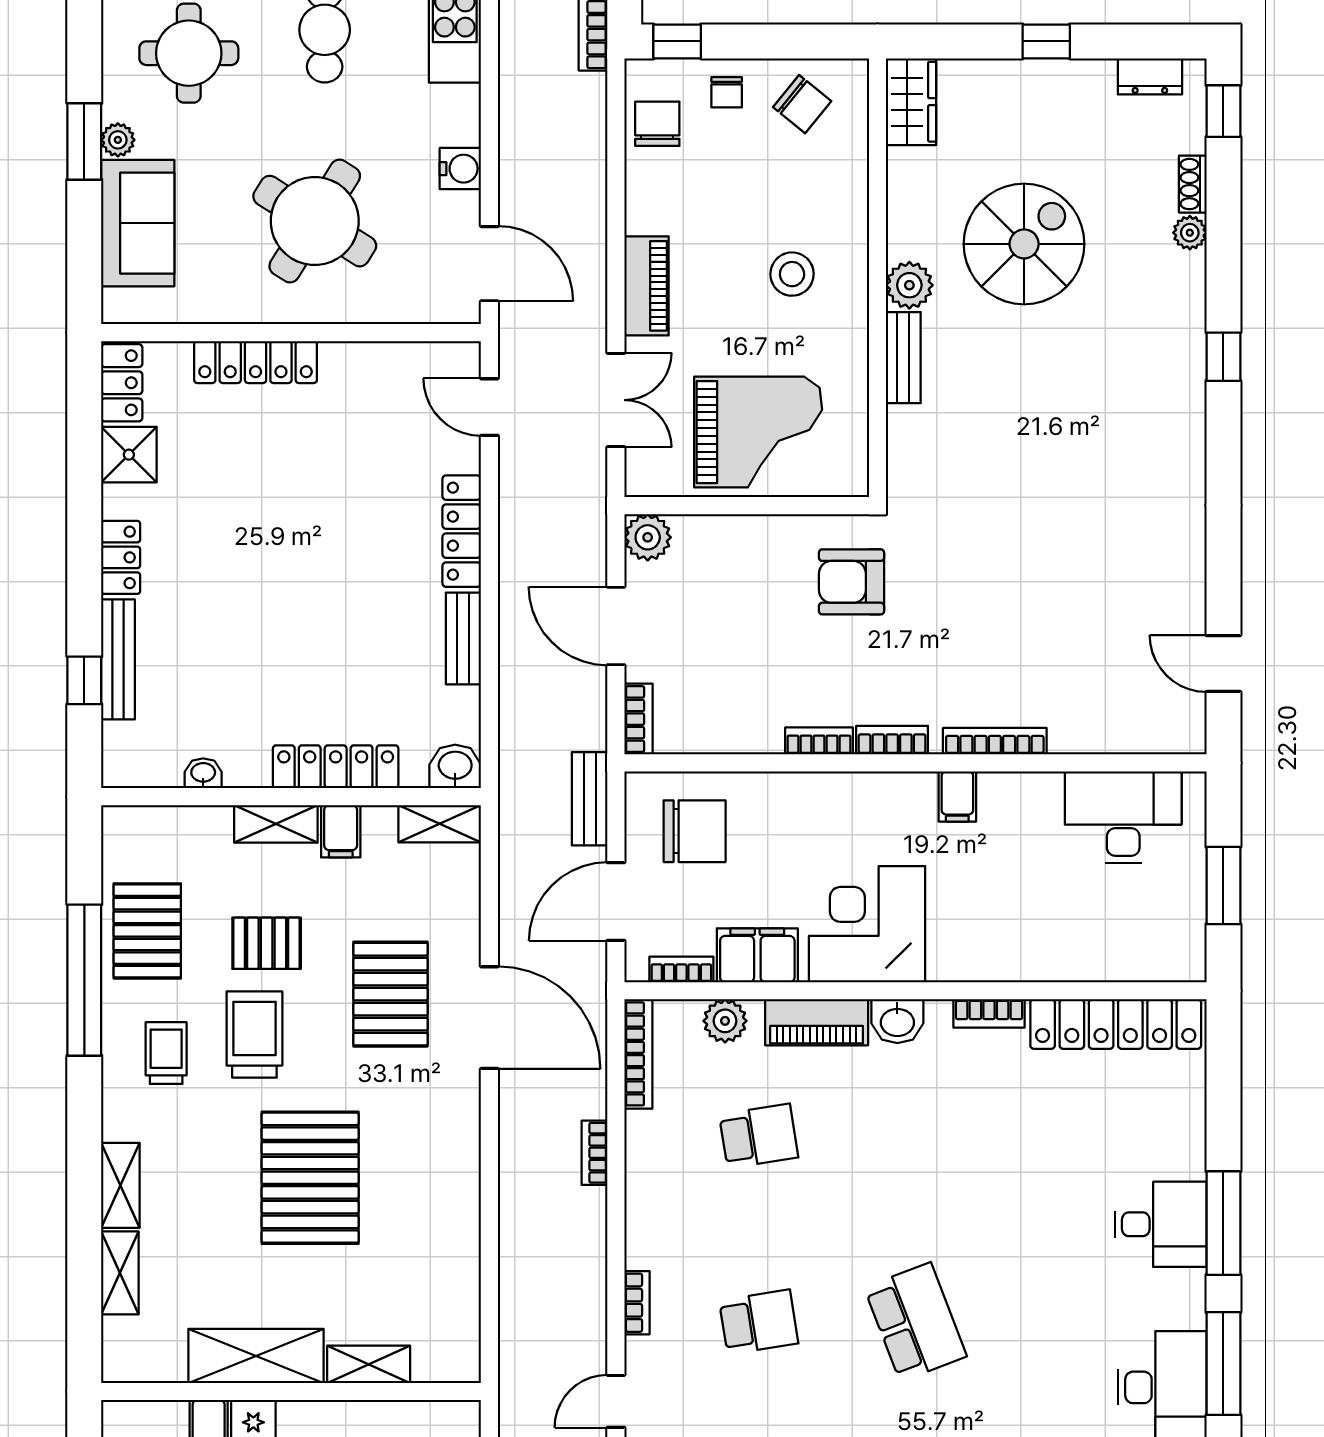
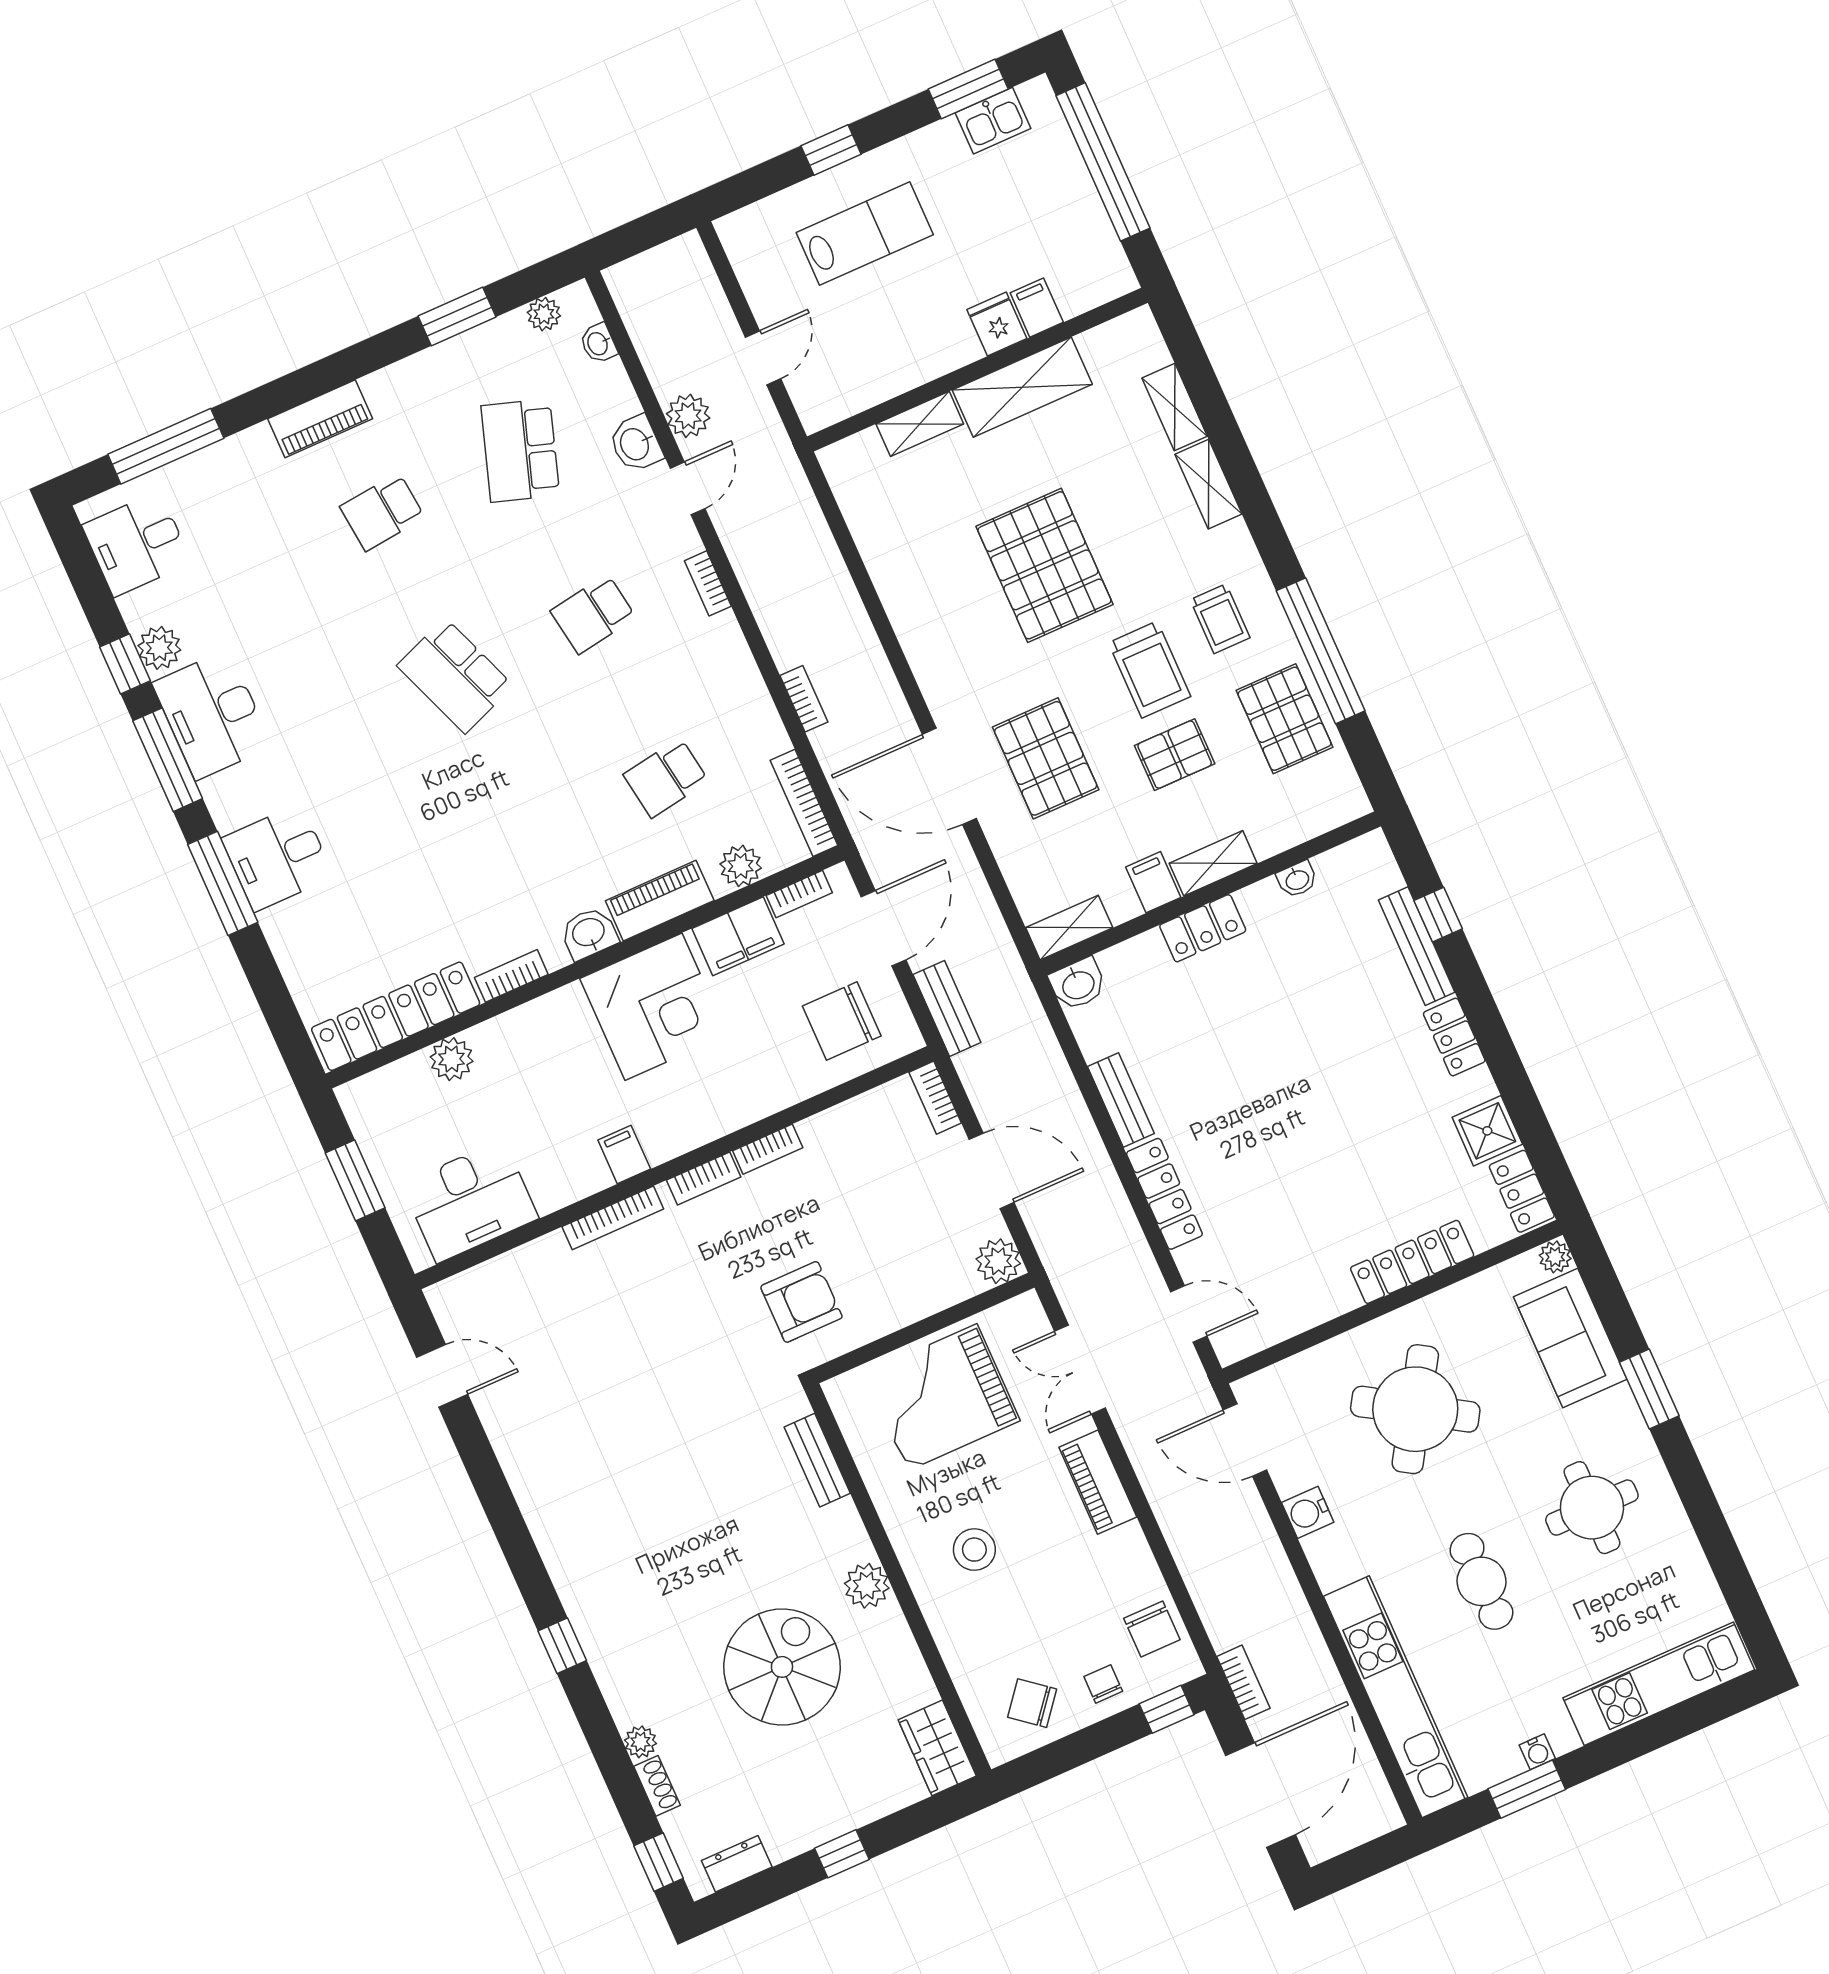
plant: (118, 140) -> (1555, 1257), moved
spiral stairs: (1024, 244) -> (782, 1667), turned 180
bench: (903, 358) -> (817, 1460), moved
locker: (336, 767) -> (1203, 928), width x0.66
plant: (1081, 960) -> (452, 1059), added

